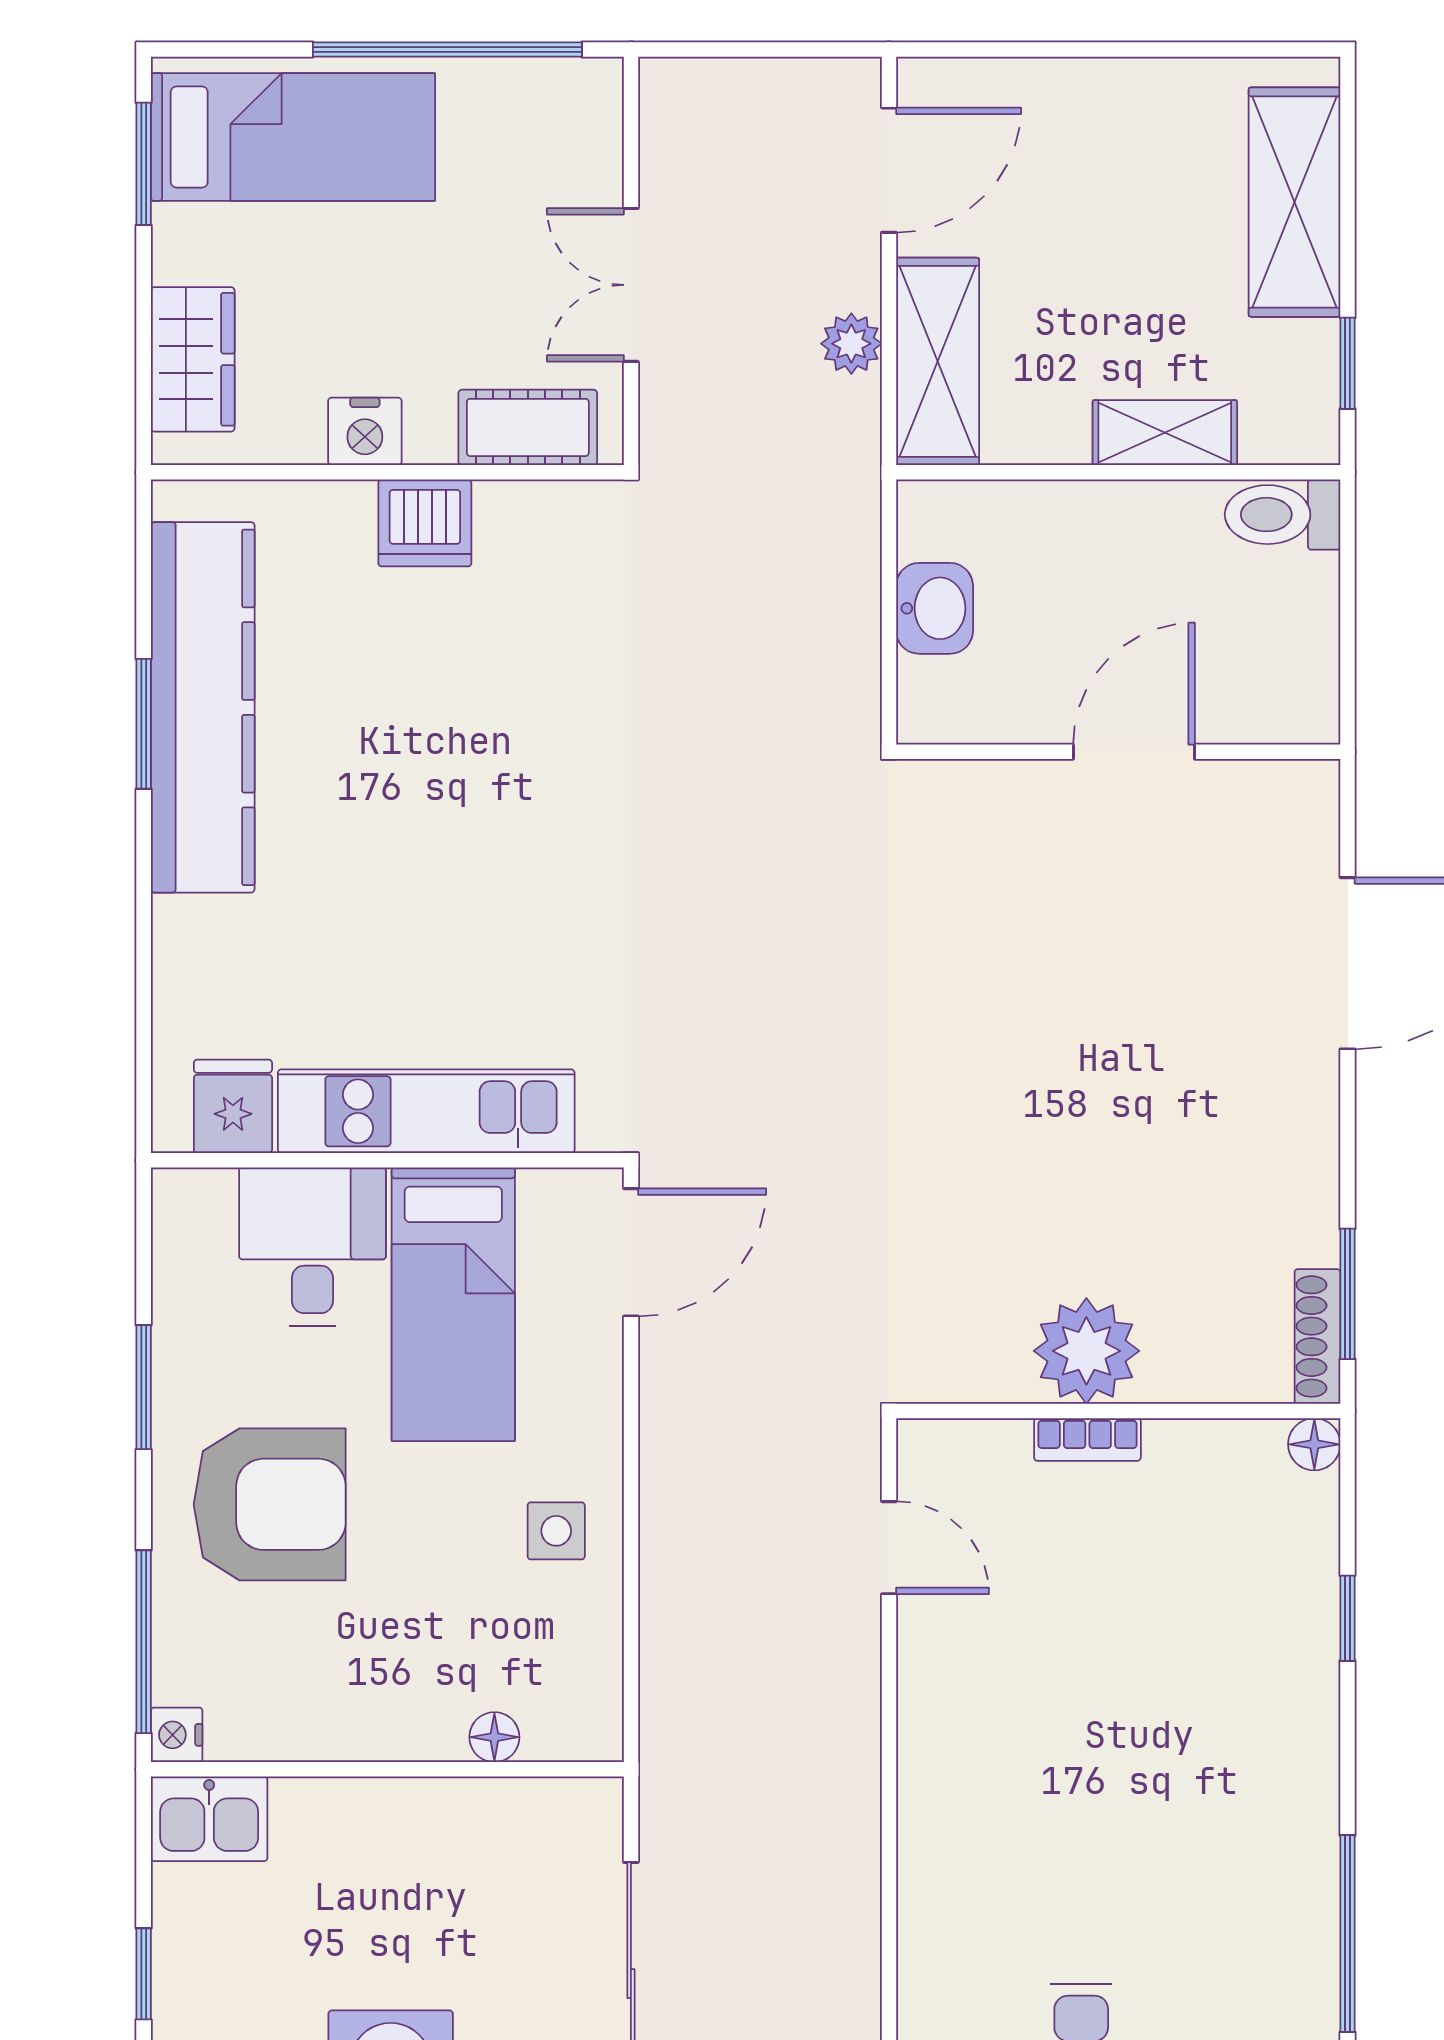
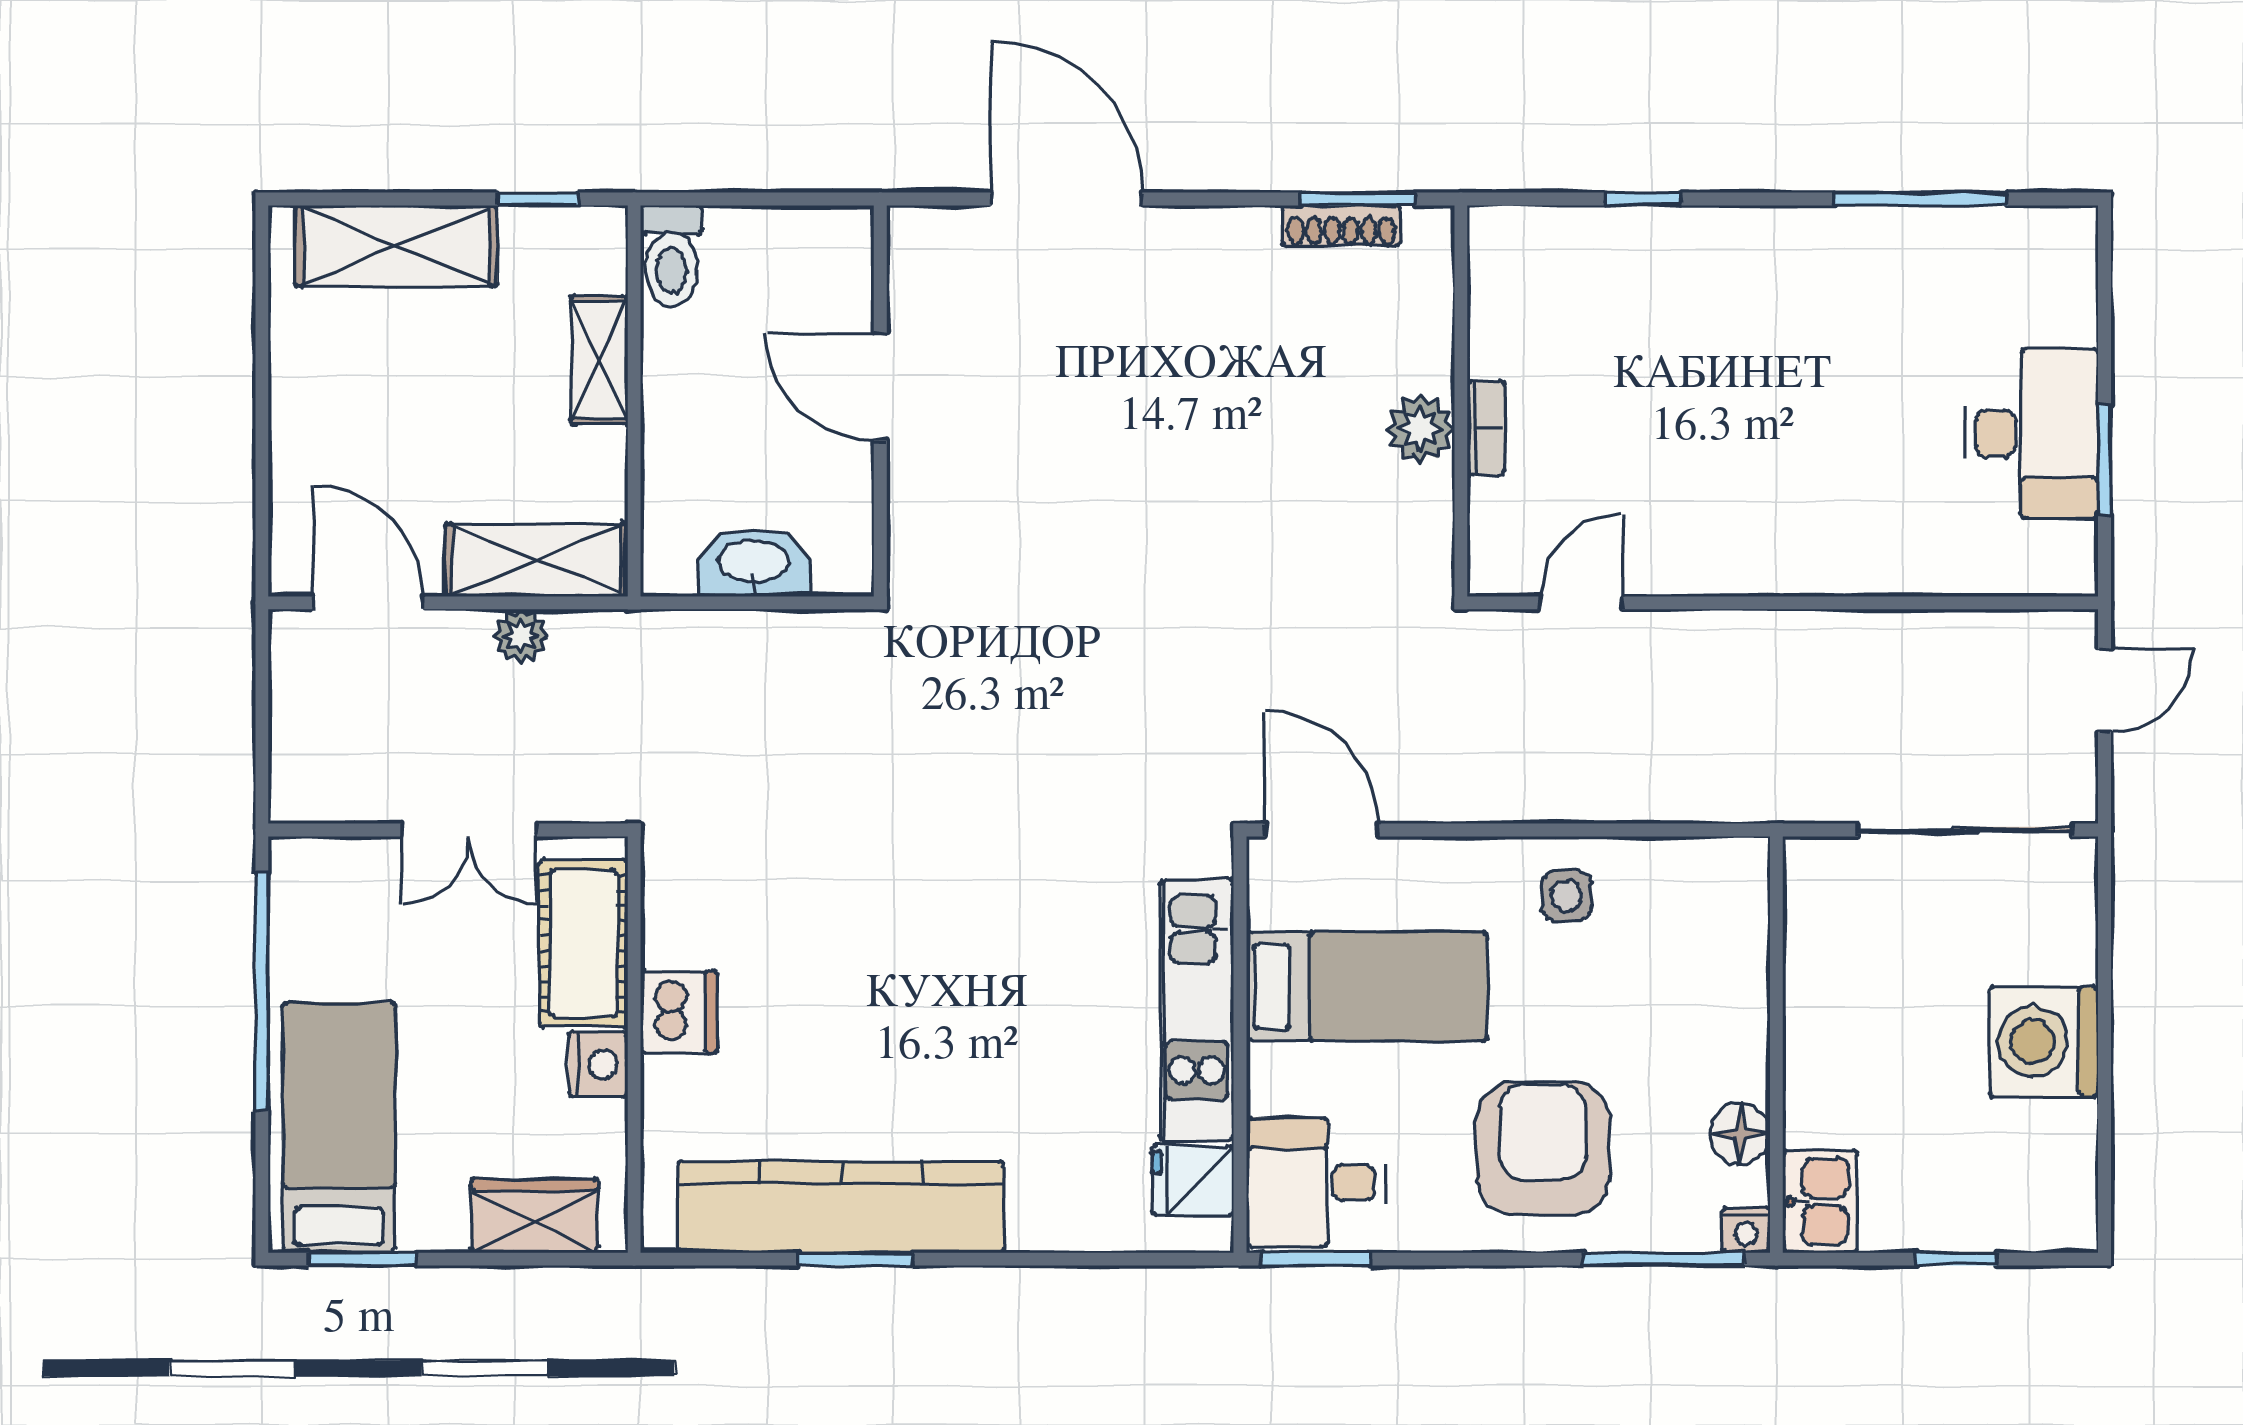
cot: (528, 427) -> (583, 943), width x1.37, depth x1.34
washbasin: (935, 608) -> (754, 563), width x1.38
desk: (312, 1247) -> (1316, 1183), moved
shoe rack: (1317, 1336) -> (1341, 225), moved
plant: (1086, 1351) -> (1420, 429), width x0.73, depth x0.73
window: (144, 1387) -> (1316, 1259), moved
floor lamp: (1314, 1444) -> (1490, 228), removed
floor lamp: (494, 1737) -> (1740, 1134), moved, width x1.37, depth x1.37

